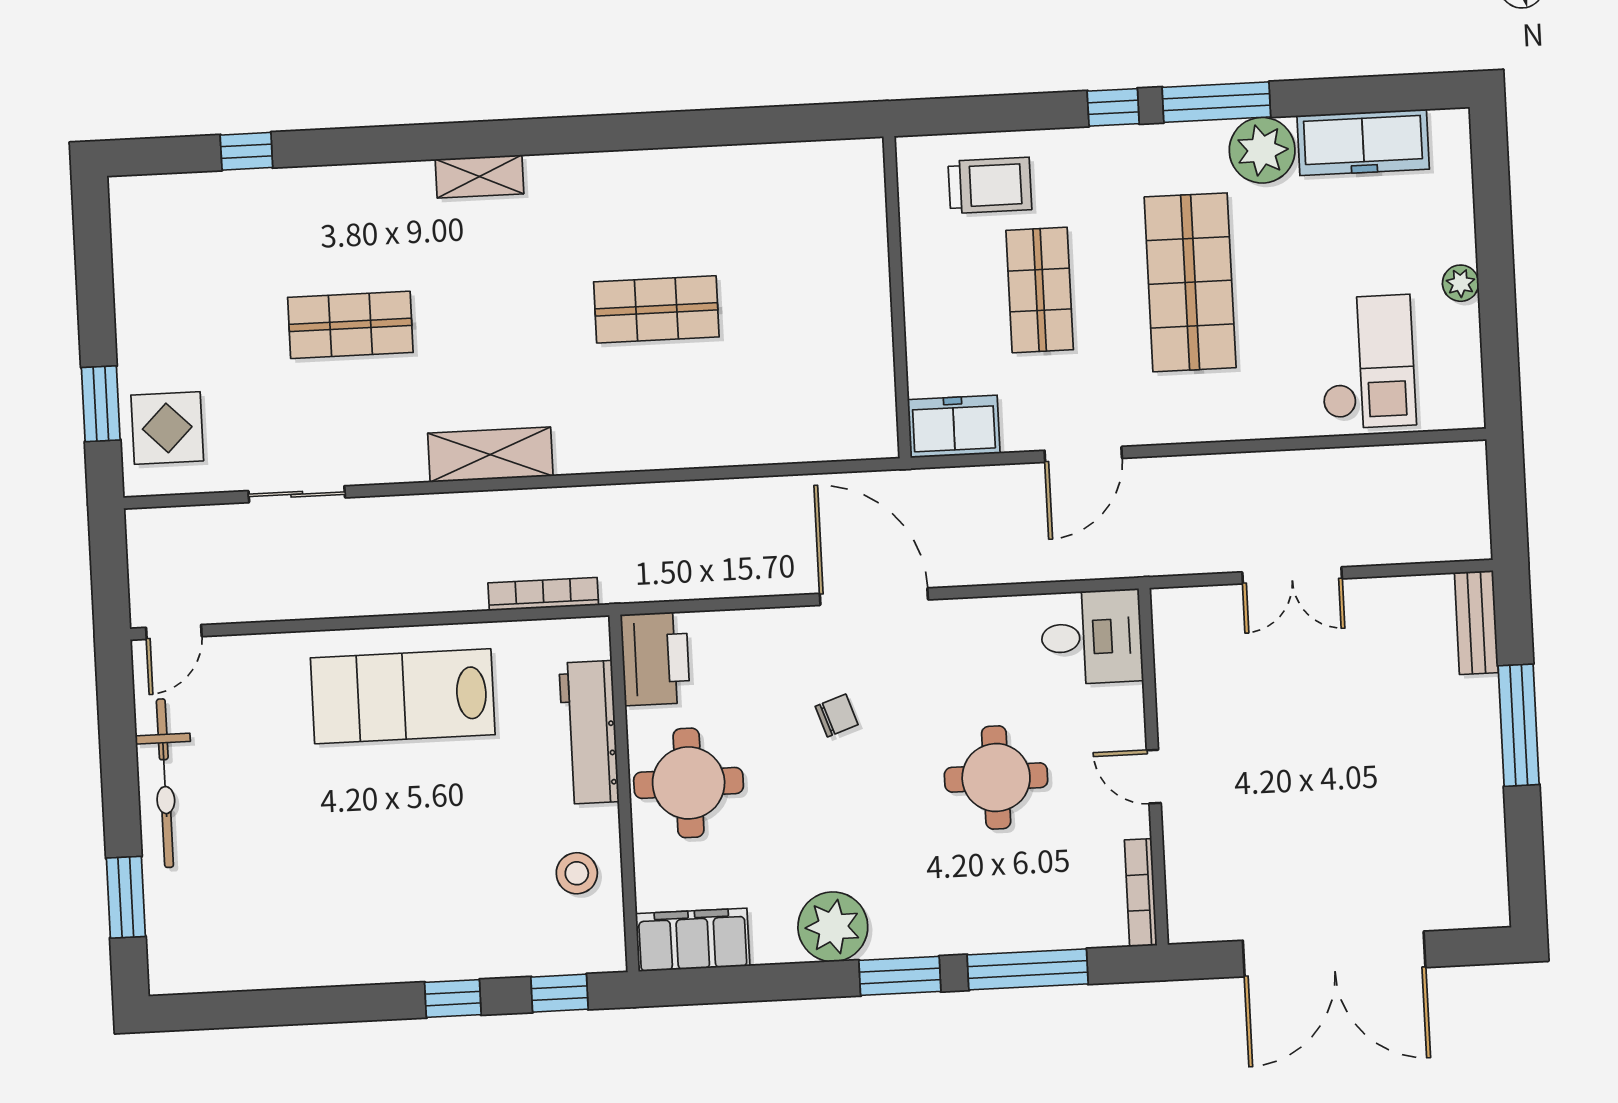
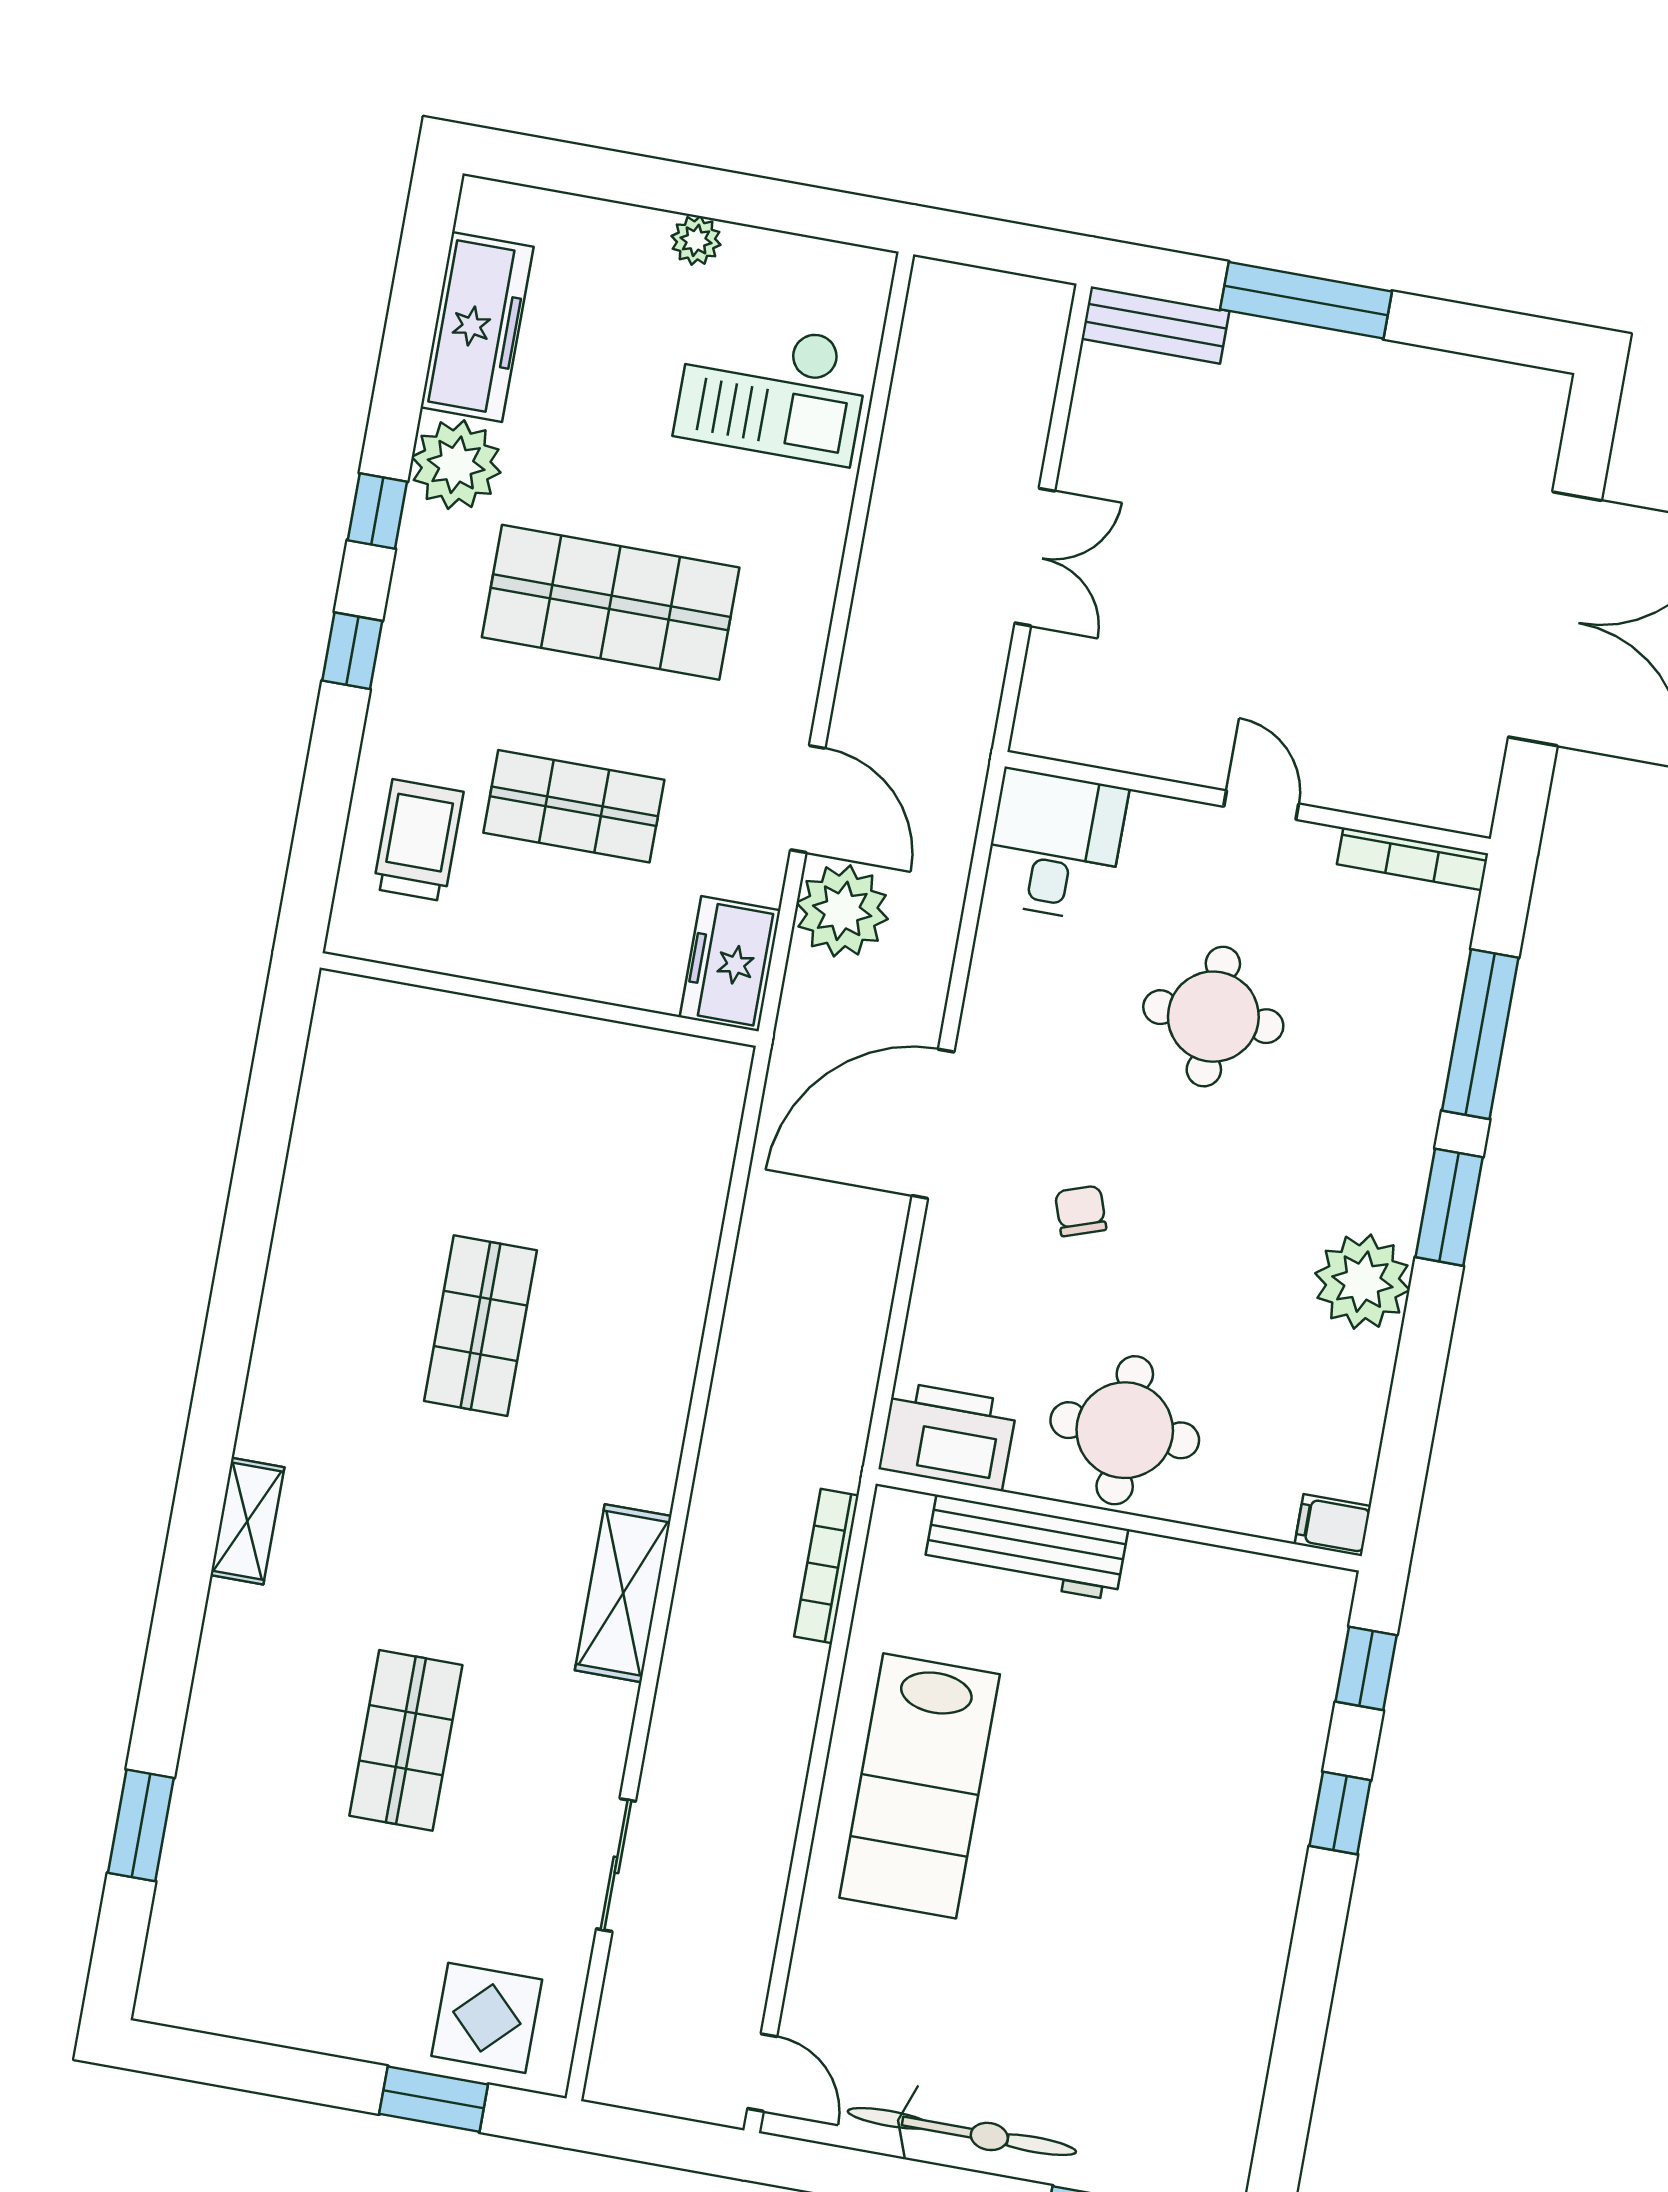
window: (1216, 102) -> (377, 511), width x0.46
window: (246, 151) -> (141, 1825), width x1.50
checkout: (1367, 362) -> (772, 390), turned 180
plant: (1010, 497) -> (842, 911), added
door: (1154, 777) -> (1261, 805), swing flipped
stool: (577, 873) -> (1211, 1608), removed
filing cabinet: (693, 940) -> (1333, 1525), width x0.33, depth x0.86

